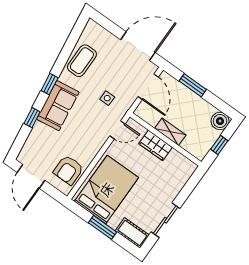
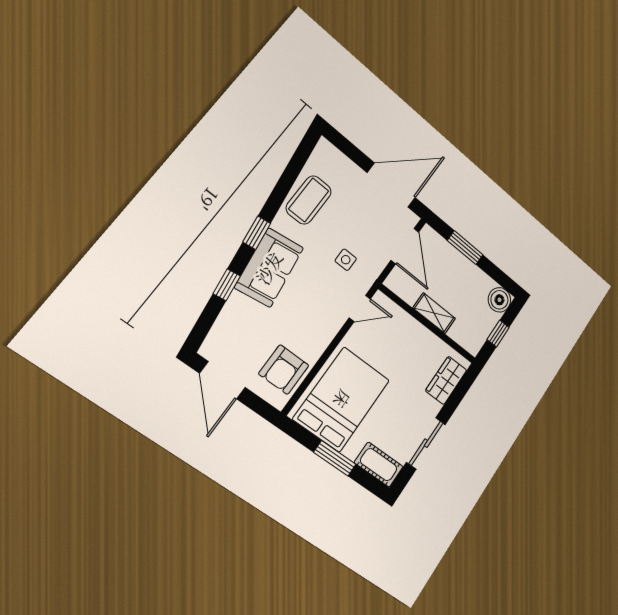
wardrobe: (156, 145) -> (446, 380), moved, turned 90

